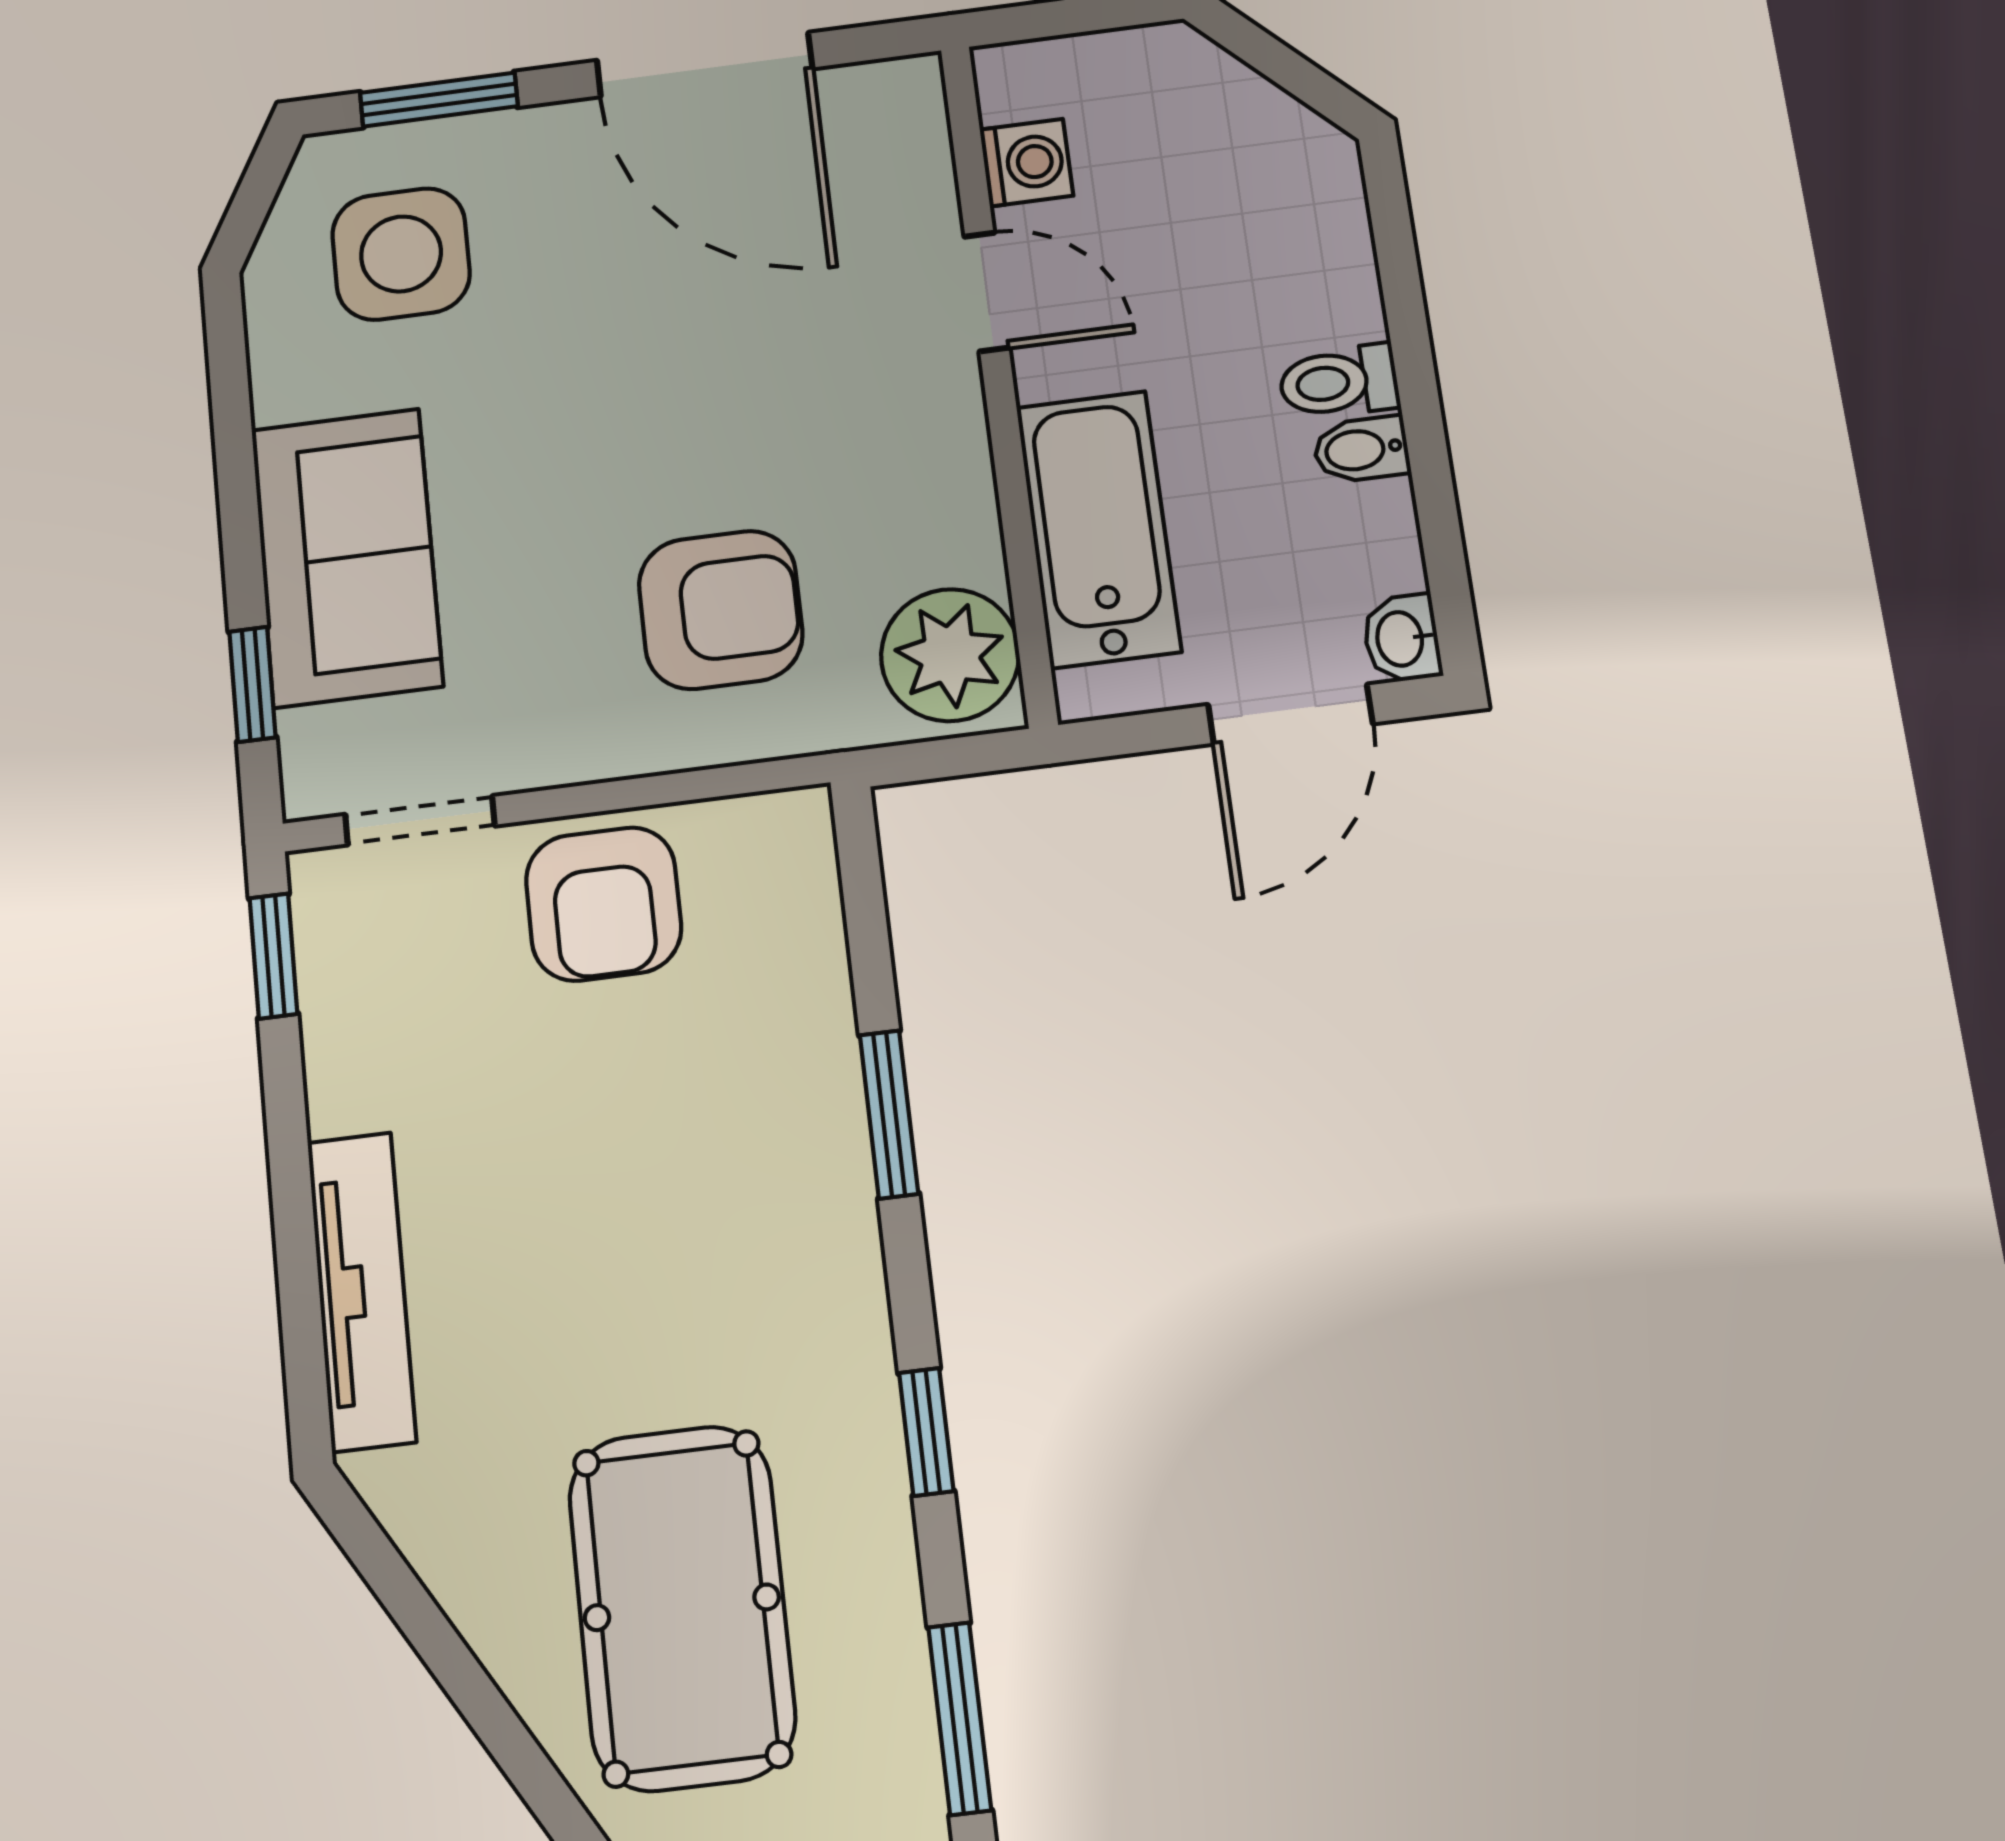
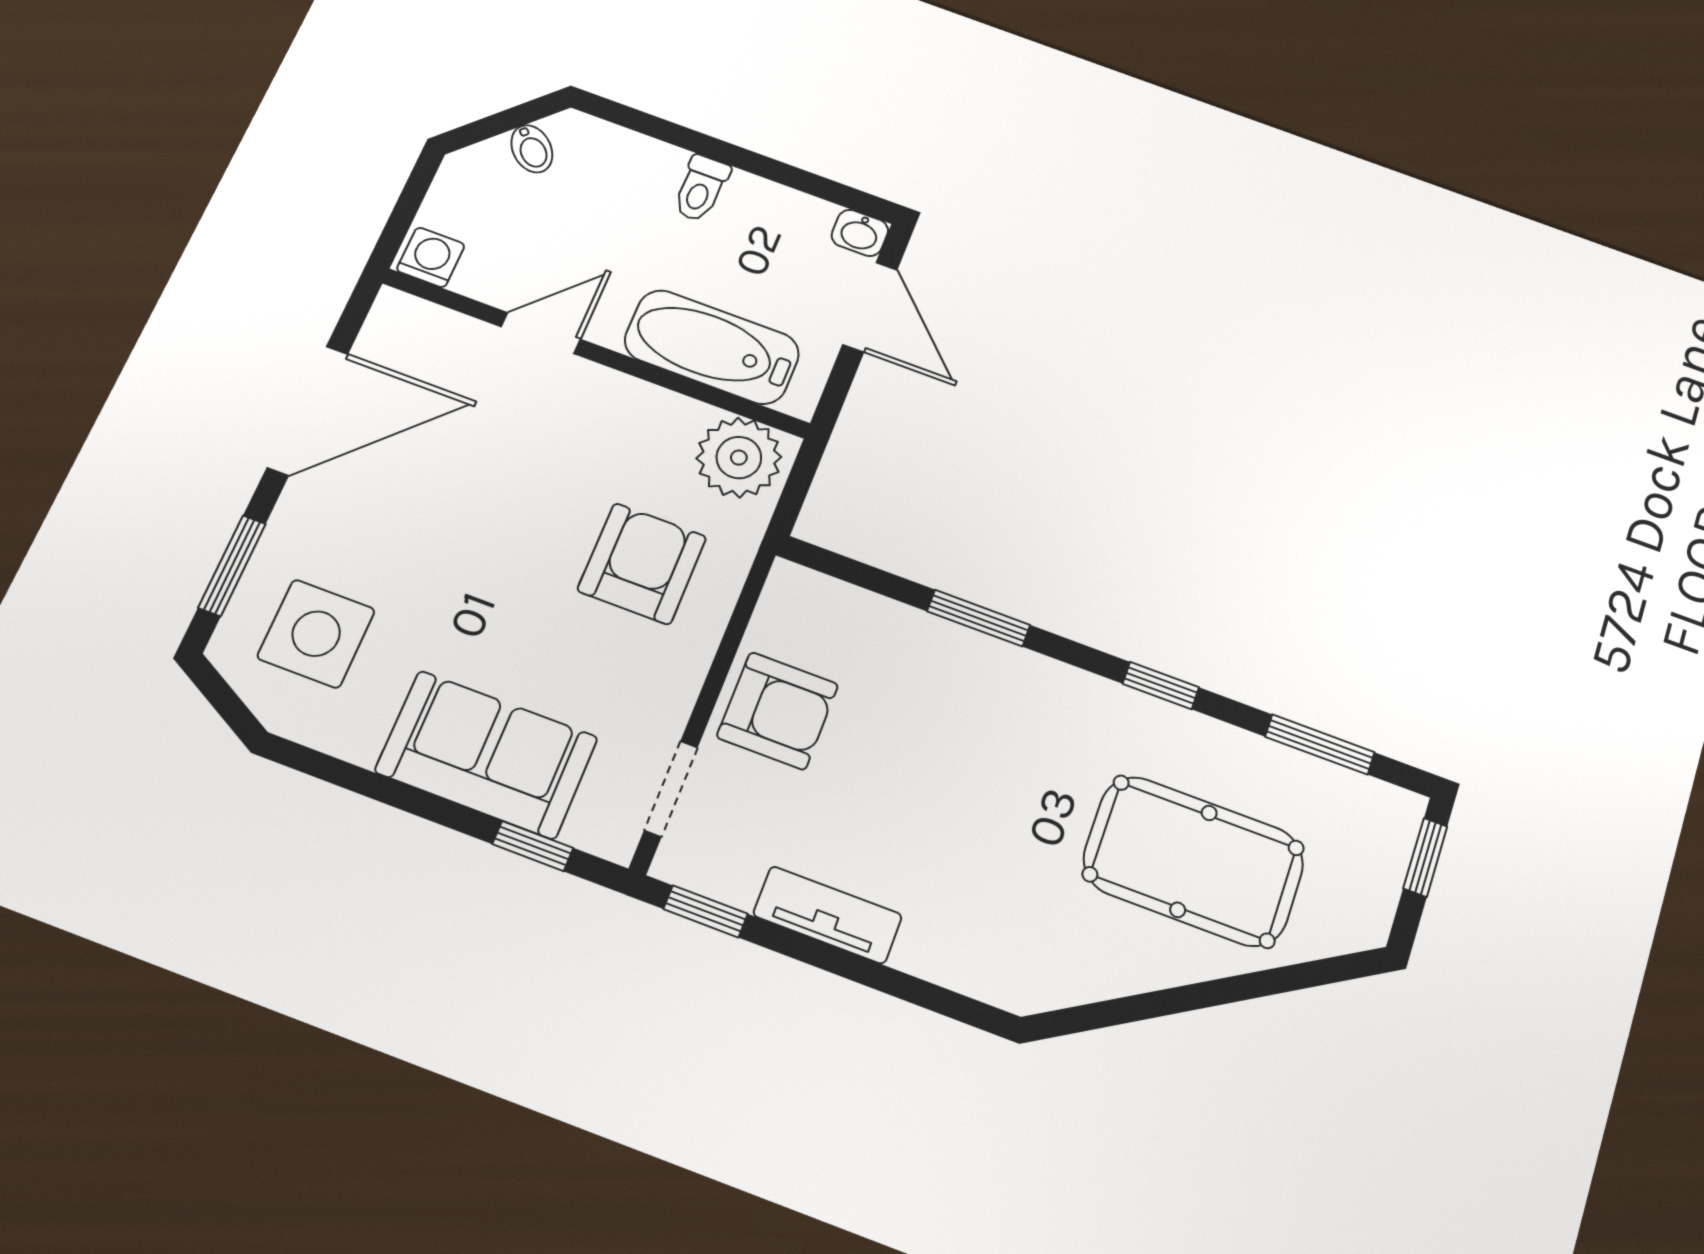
washing machine: (1026, 163) -> (431, 257), moved
bidet: (1361, 449) -> (532, 149), moved, turned -45
tv unit: (362, 1291) -> (828, 915), moved, width x0.71

